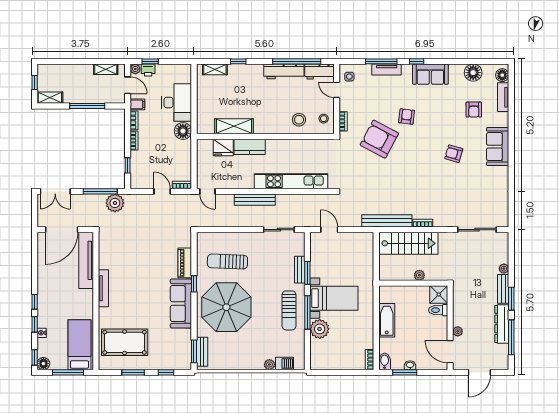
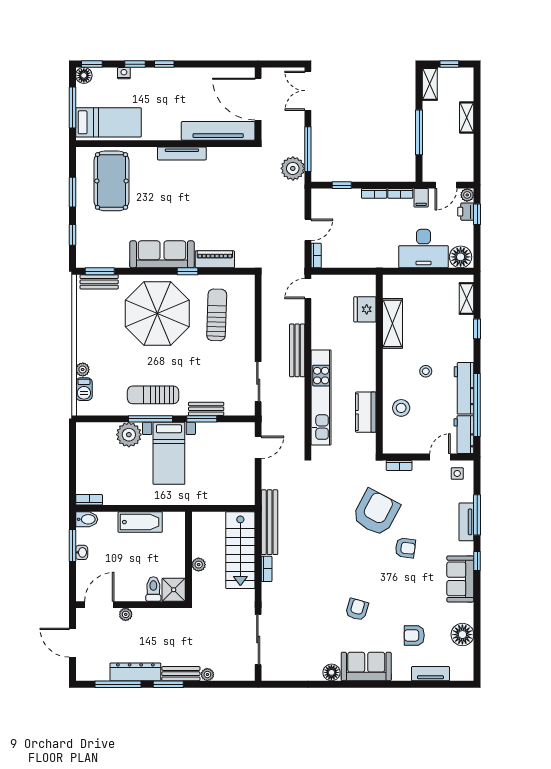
shelving: (106, 69) -> (467, 117), moved
floor lamp: (502, 75) -> (331, 672), moved
stool: (324, 119) -> (426, 371), moved
floor lamp: (183, 131) -> (461, 257), moved
kitchen counter: (250, 147) -> (366, 412), moved

